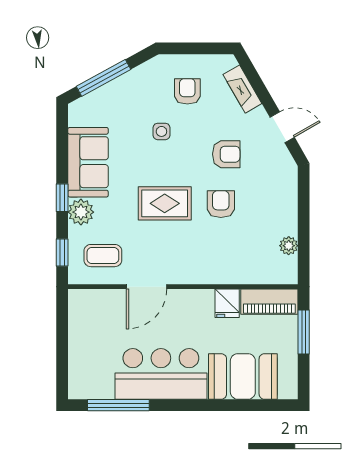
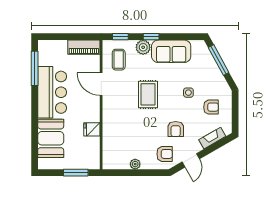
armchair: (221, 204) -> (165, 154), moved
plant: (289, 246) -> (135, 164), moved
piano: (269, 302) -> (84, 47), moved, turned -90

